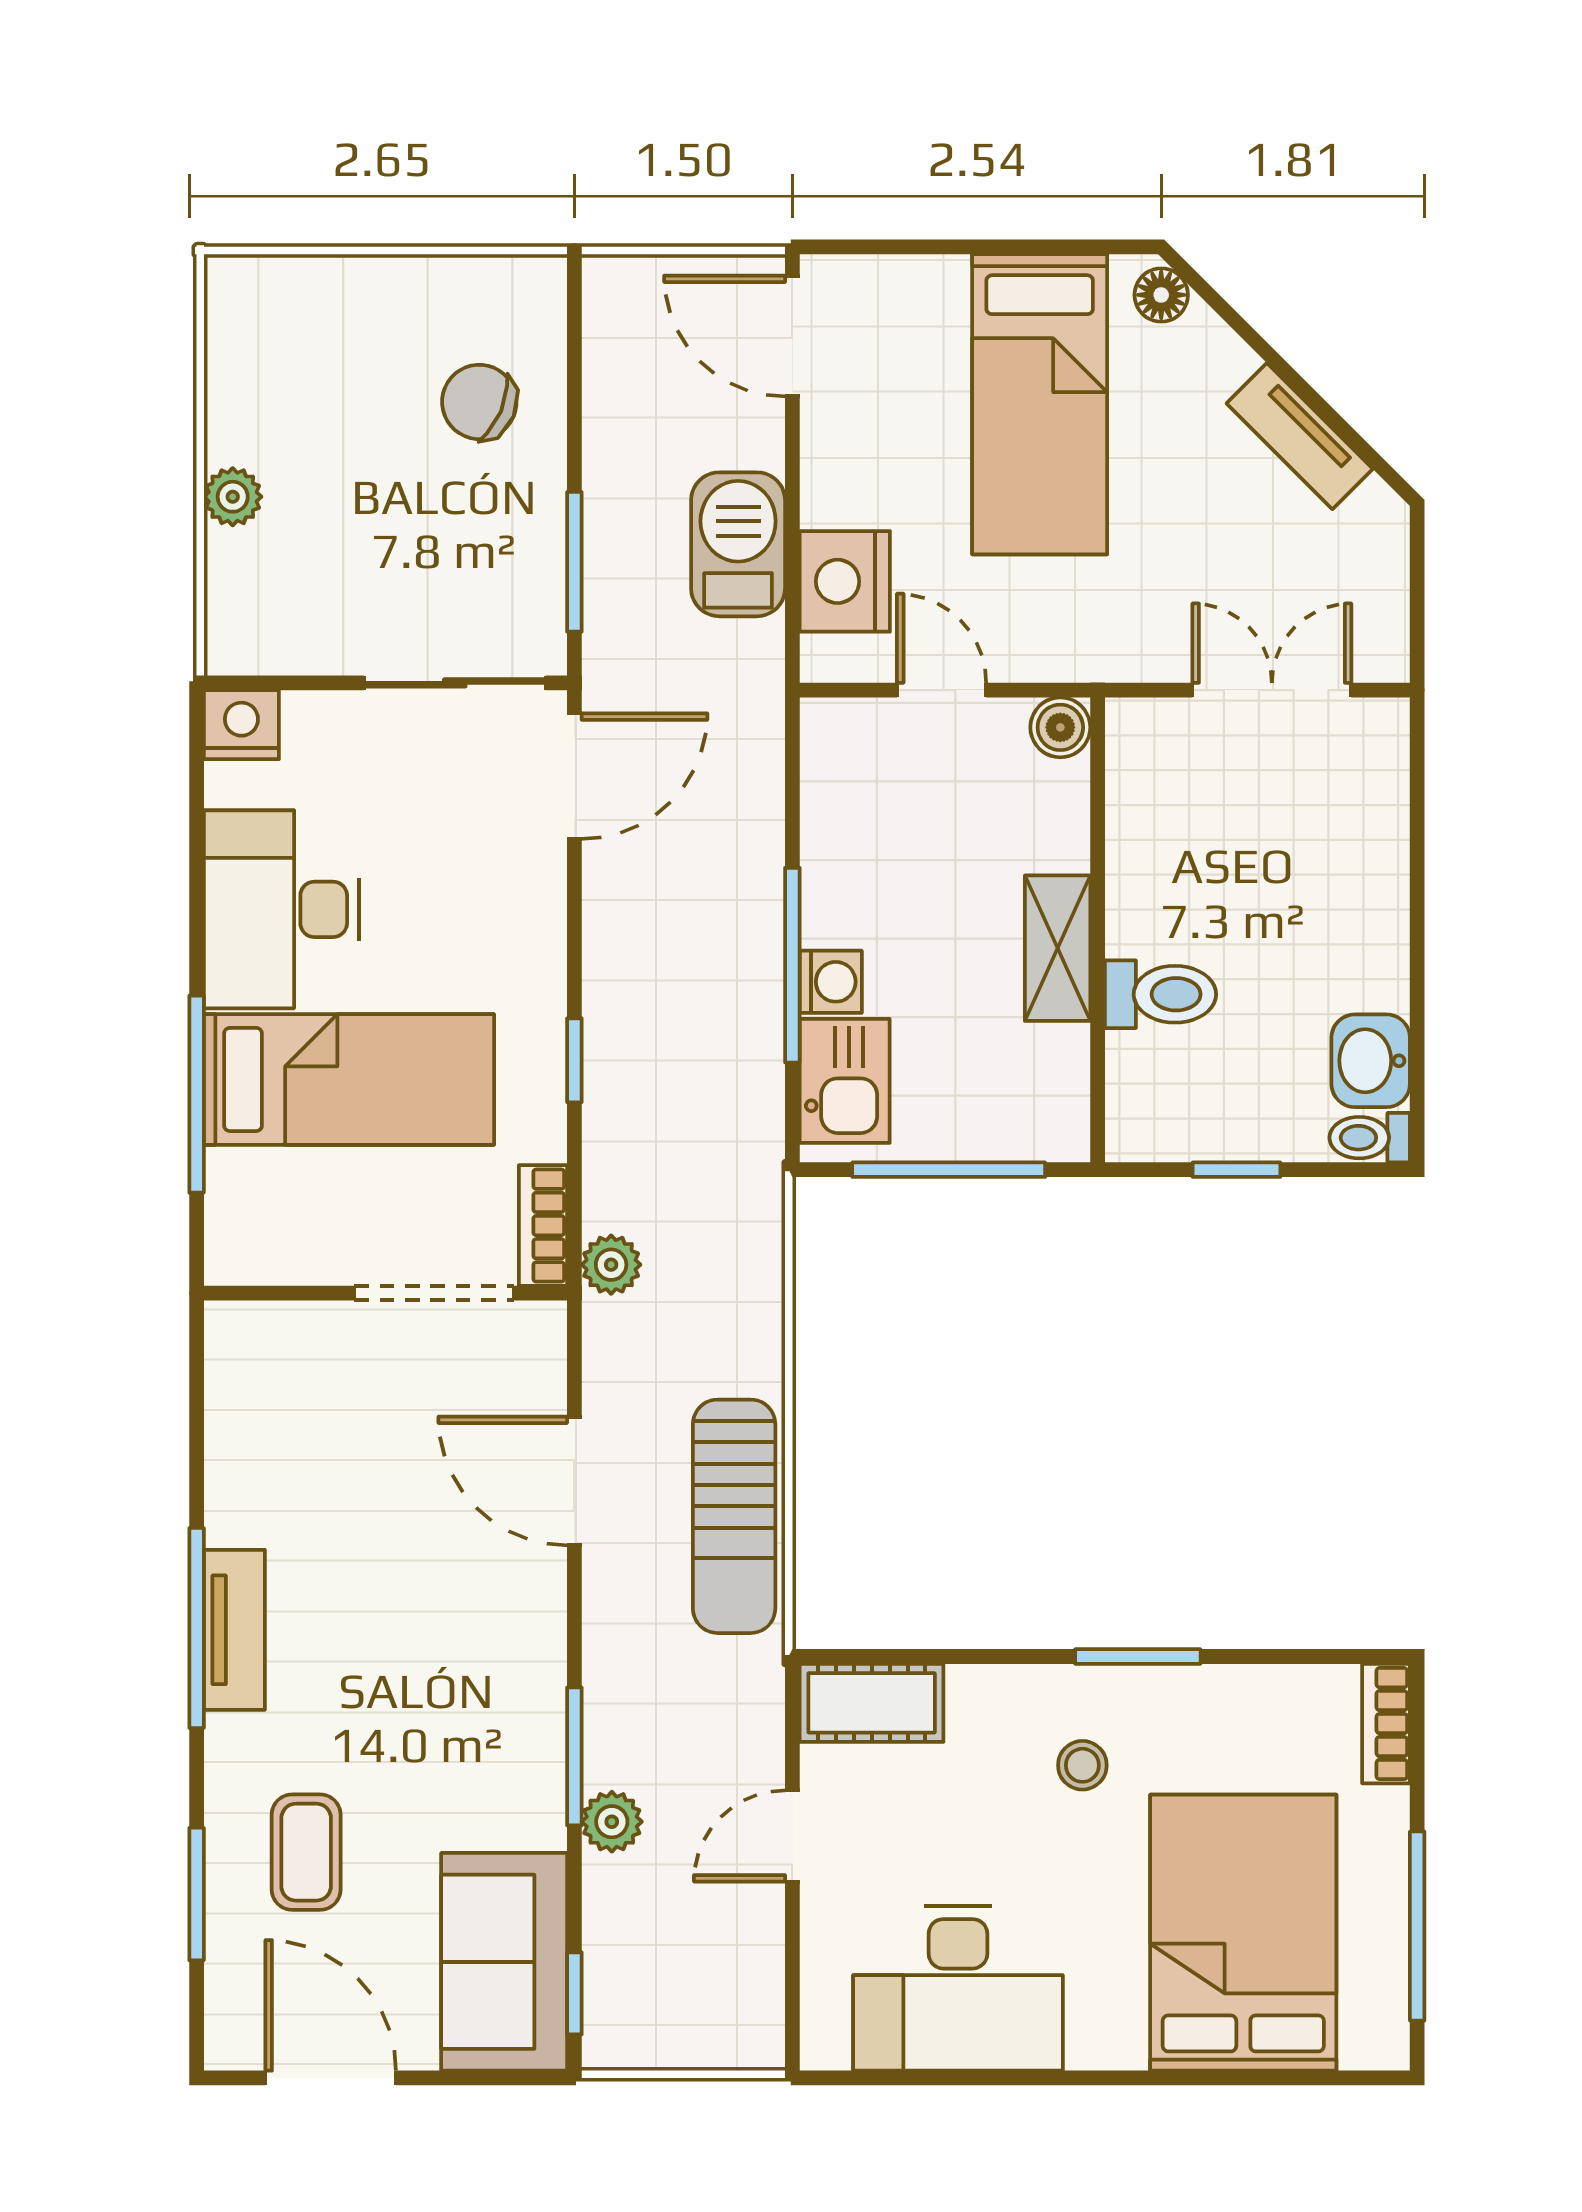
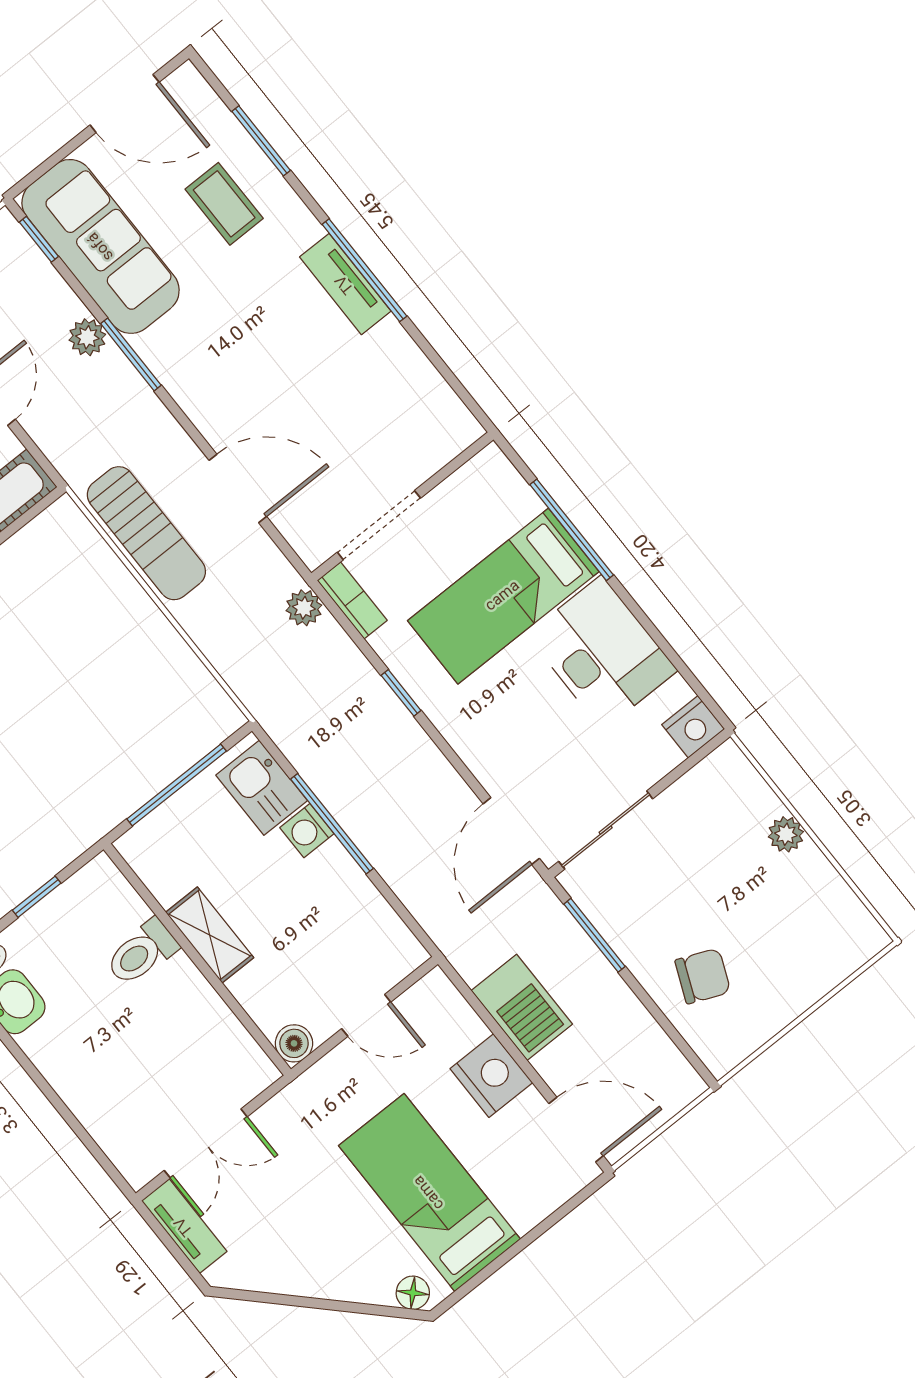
tv unit: (1300, 436) -> (184, 1226), moved, turned 45
nightstand: (845, 581) -> (491, 1076), moved
sun lounger: (734, 1516) -> (146, 533), turned 180
sofa: (504, 1962) -> (101, 246), width x1.36

